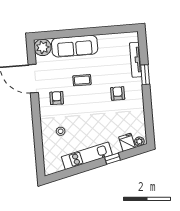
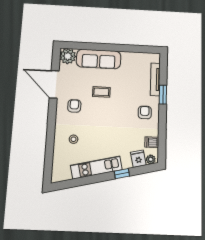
armchair: (118, 93) -> (145, 112), moved
dishwasher: (139, 124) -> (152, 142), added

